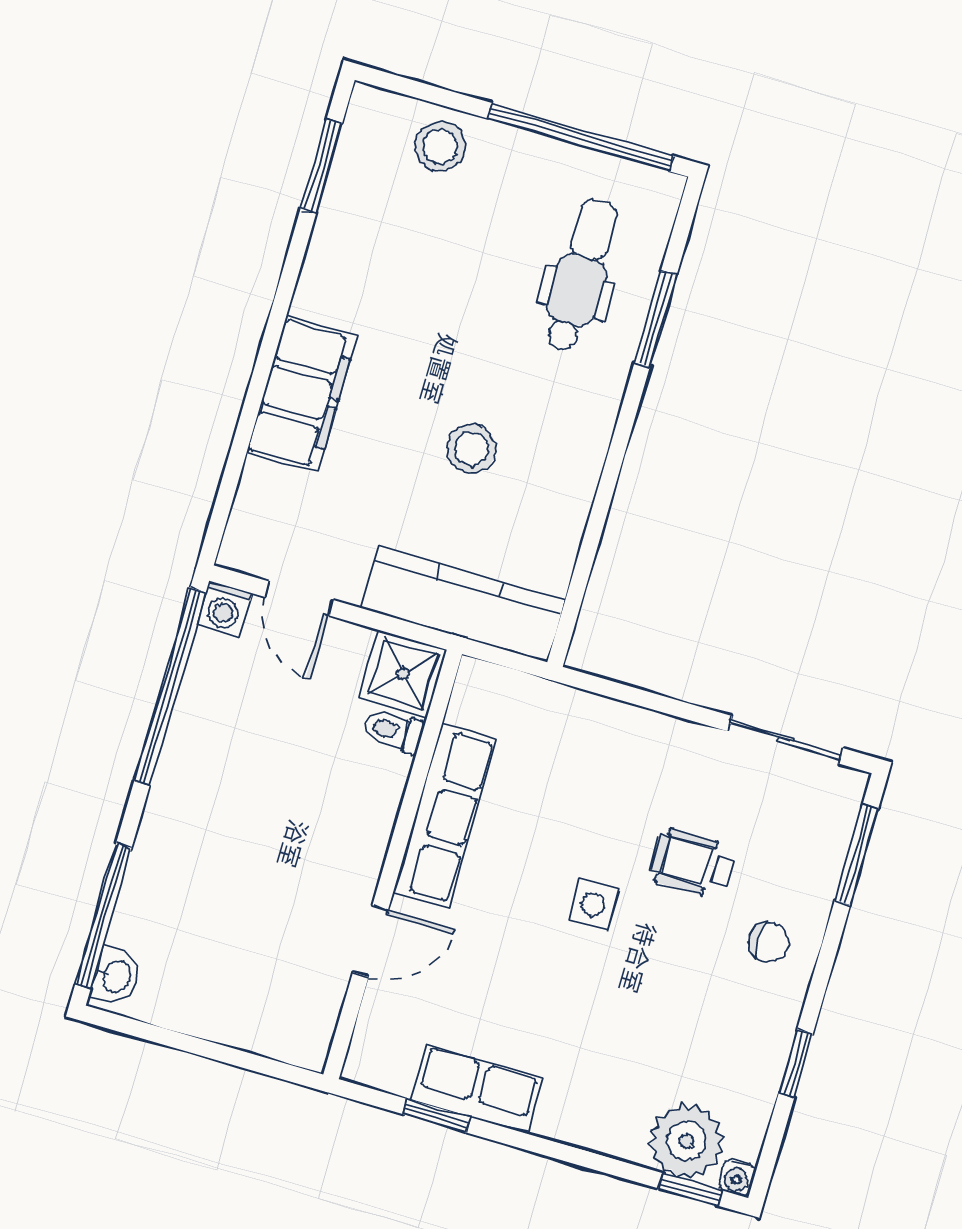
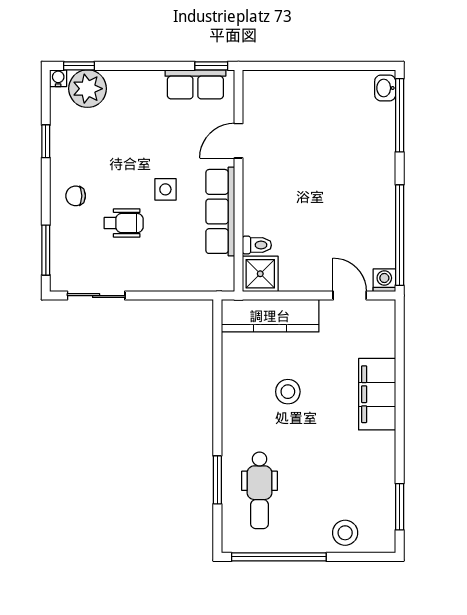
shower: (403, 674) -> (260, 274), moved
toilet: (393, 731) -> (257, 245), moved
row of seats: (445, 815) -> (220, 211), moved
wall: (393, 864) -> (239, 181), moved
door: (370, 941) -> (239, 141), moved

